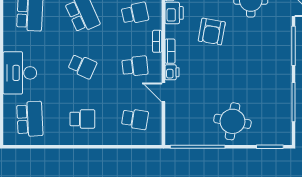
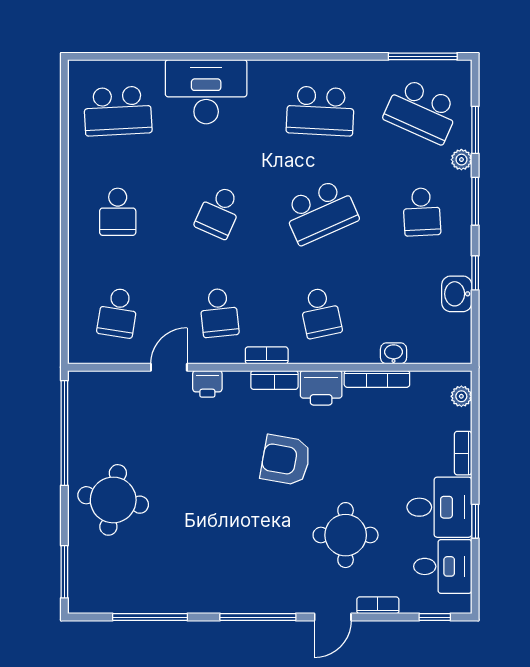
bookcase: (170, 51) -> (274, 380), moved

